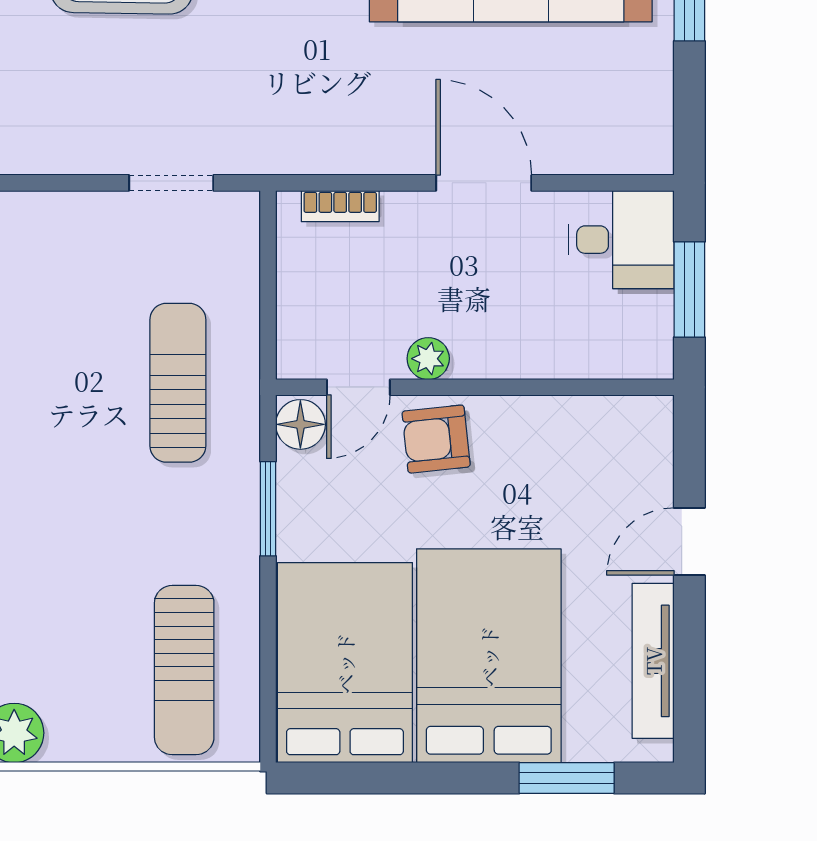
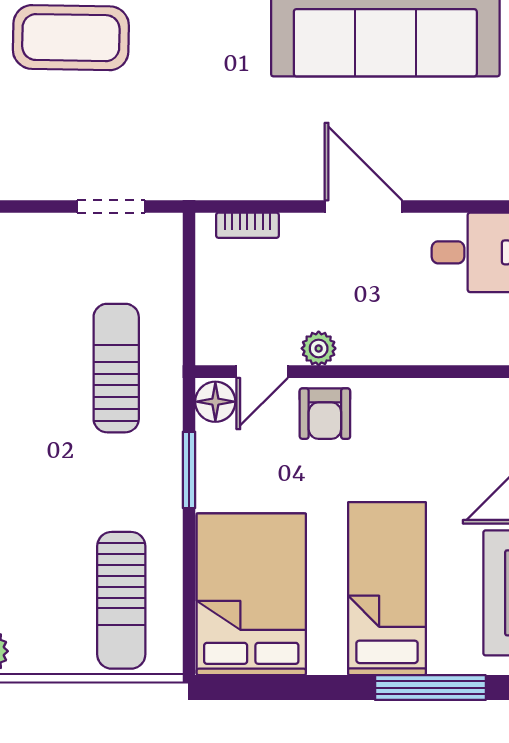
armchair: (436, 439) -> (325, 414), turned -84
bed: (489, 656) -> (387, 589), width x0.67
window: (567, 778) -> (430, 688), width x1.44

